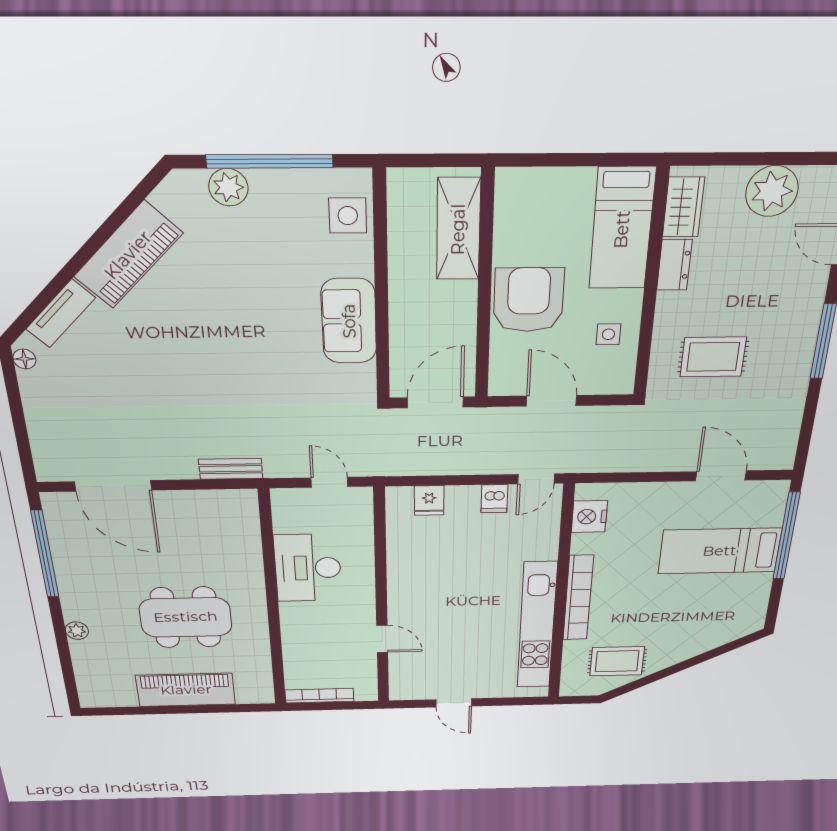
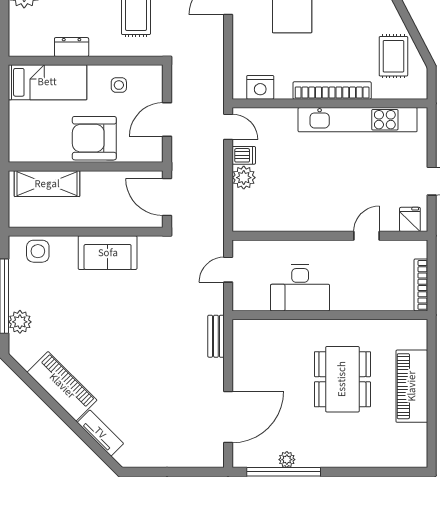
wardrobe: (683, 207) -> (34, 46), removed
floor lamp: (24, 359) -> (132, 461), removed
plant: (463, 499) -> (244, 178), added
fridge: (429, 500) -> (410, 219), moved, turned -90
plant: (77, 631) -> (287, 460), moved

